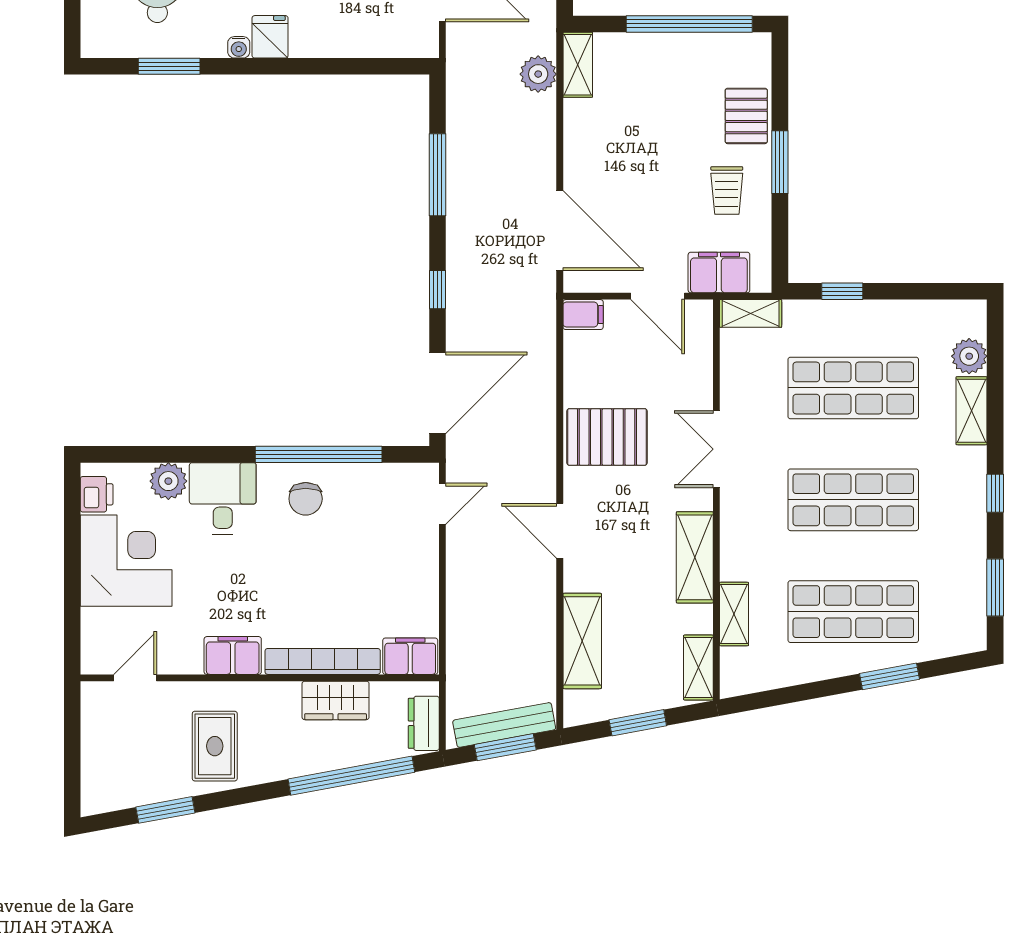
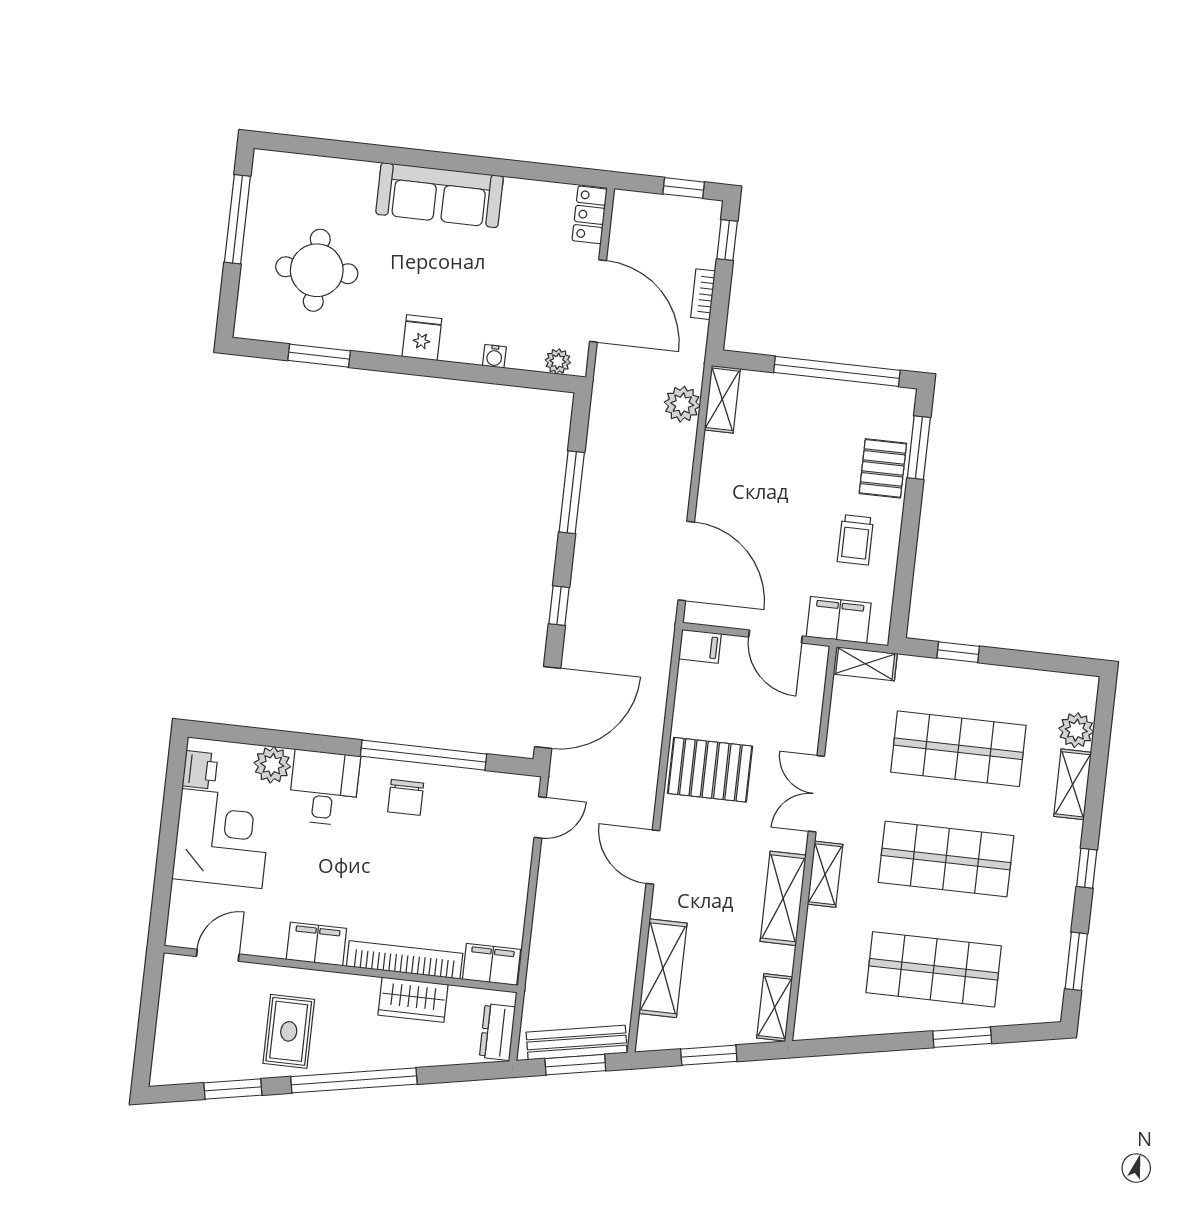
plant: (409, 45) -> (558, 361), added
water cooler: (239, 47) -> (494, 356), moved
window: (780, 162) -> (919, 448), moved
shelving: (734, 614) -> (825, 874), moved
window: (351, 776) -> (354, 1080), moved

